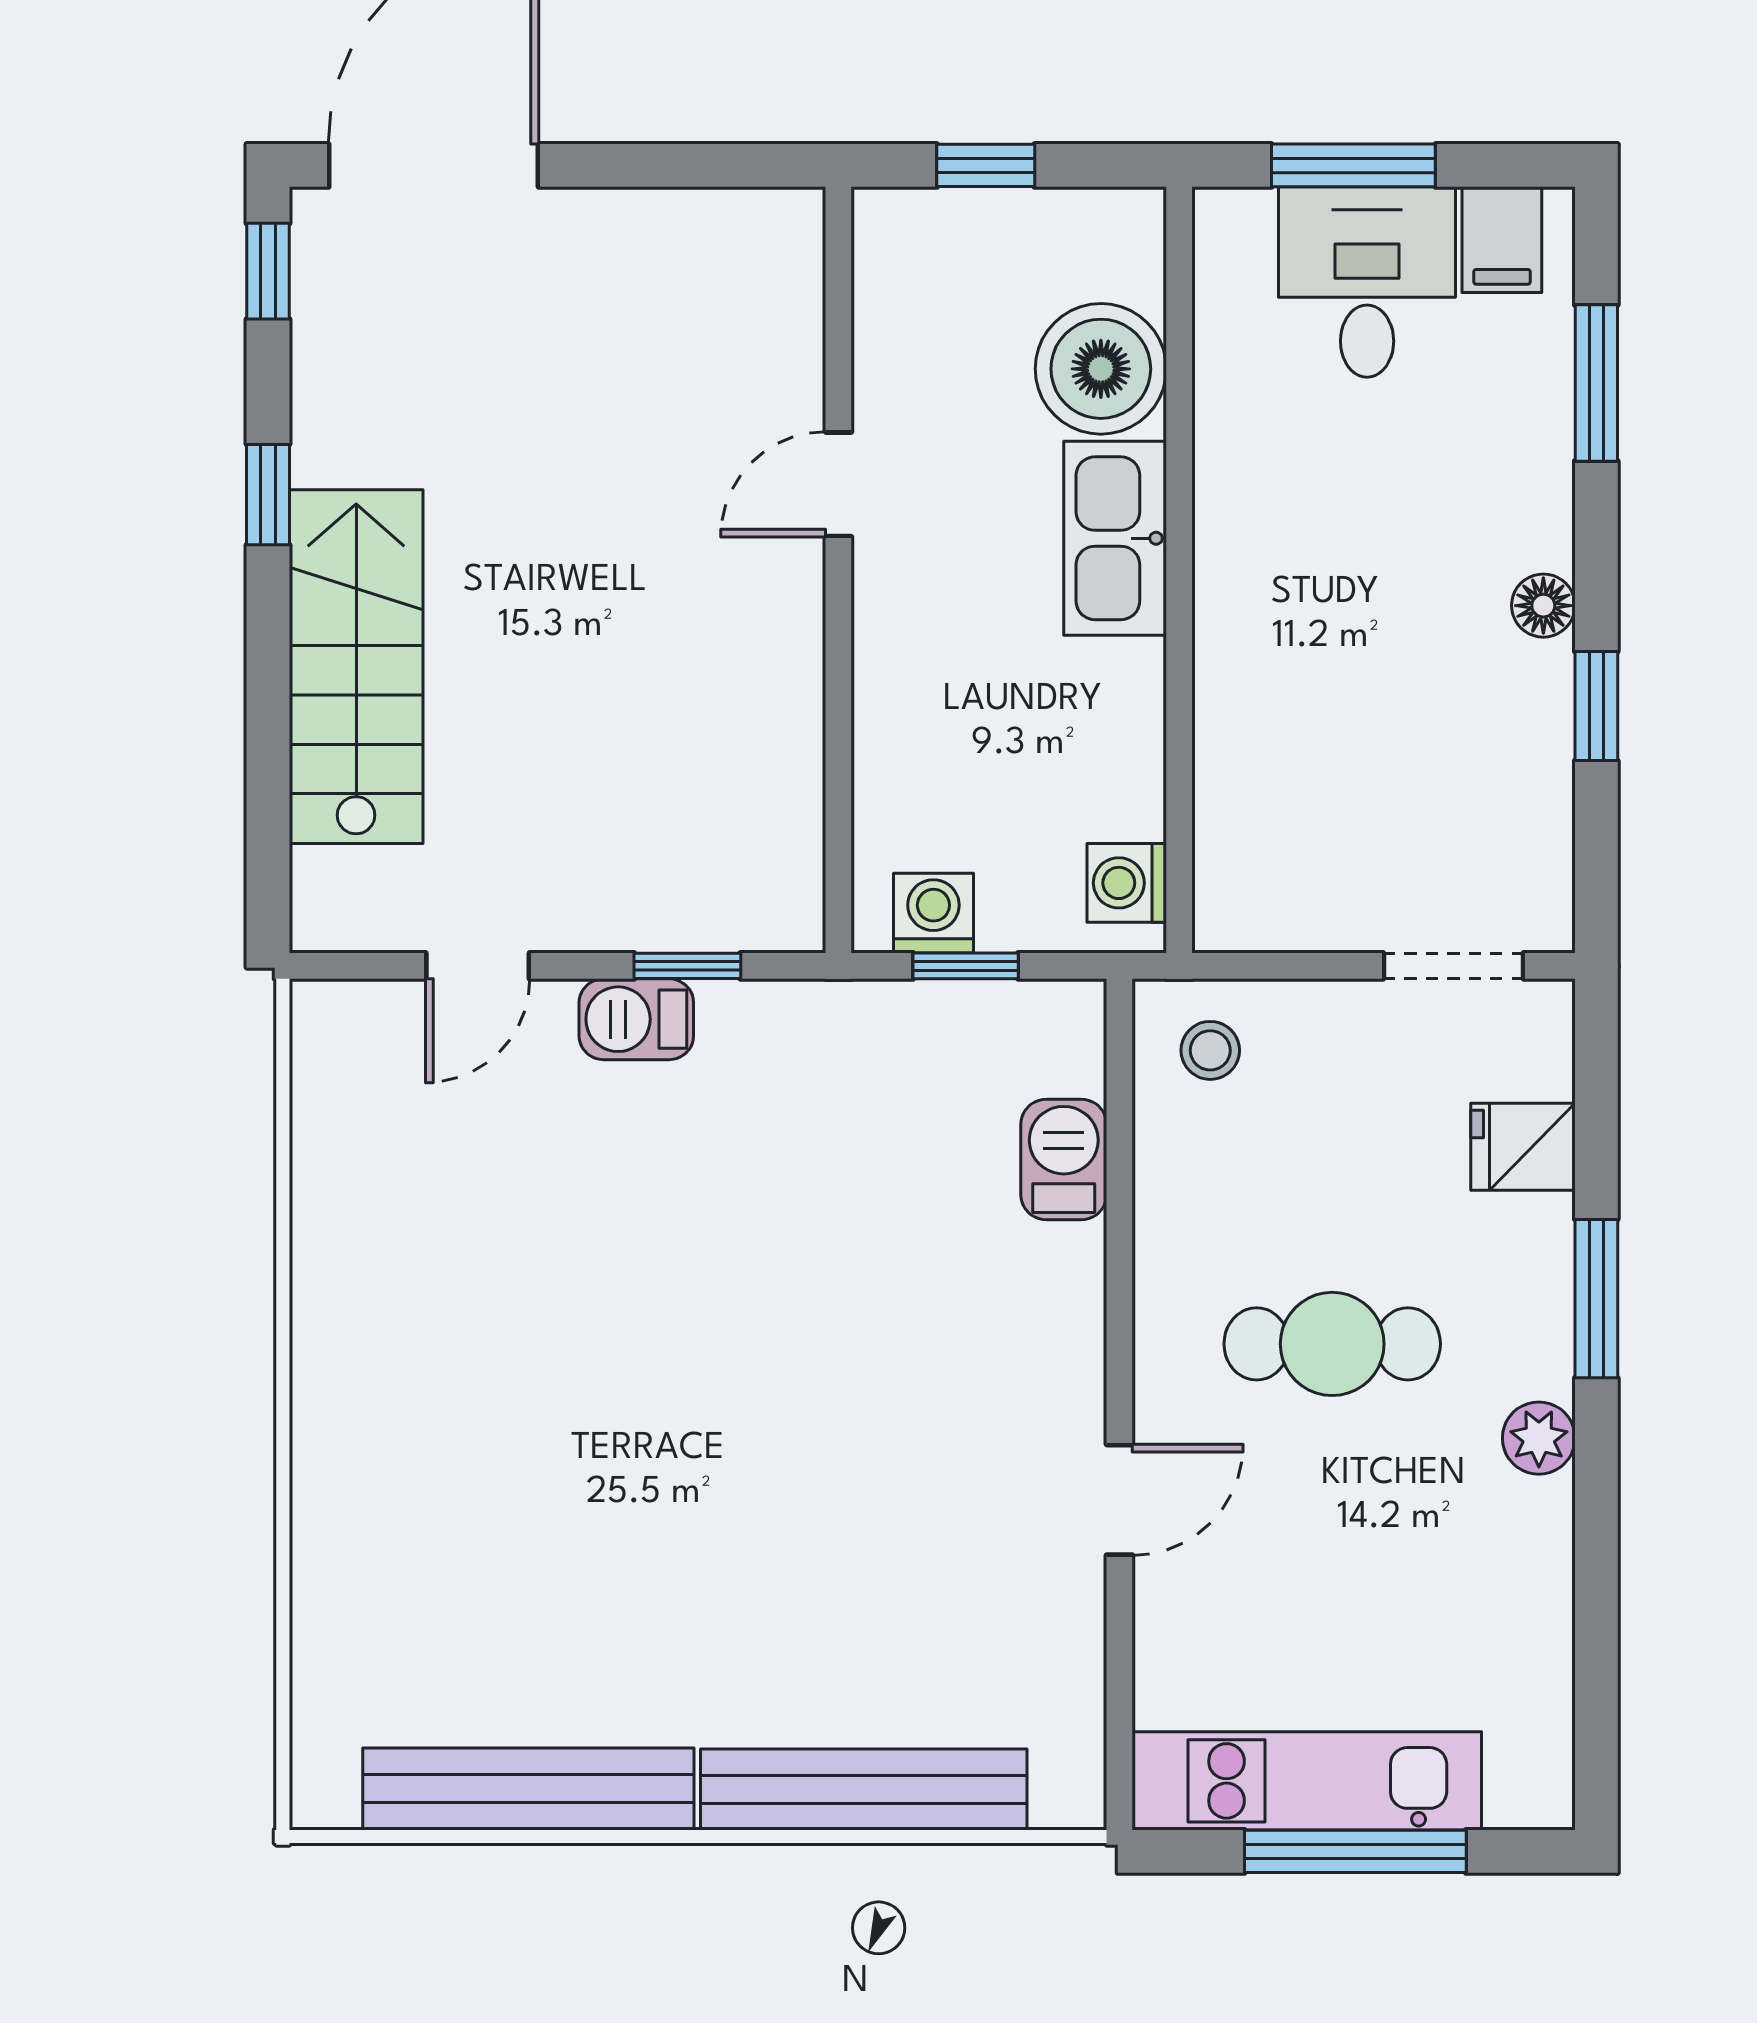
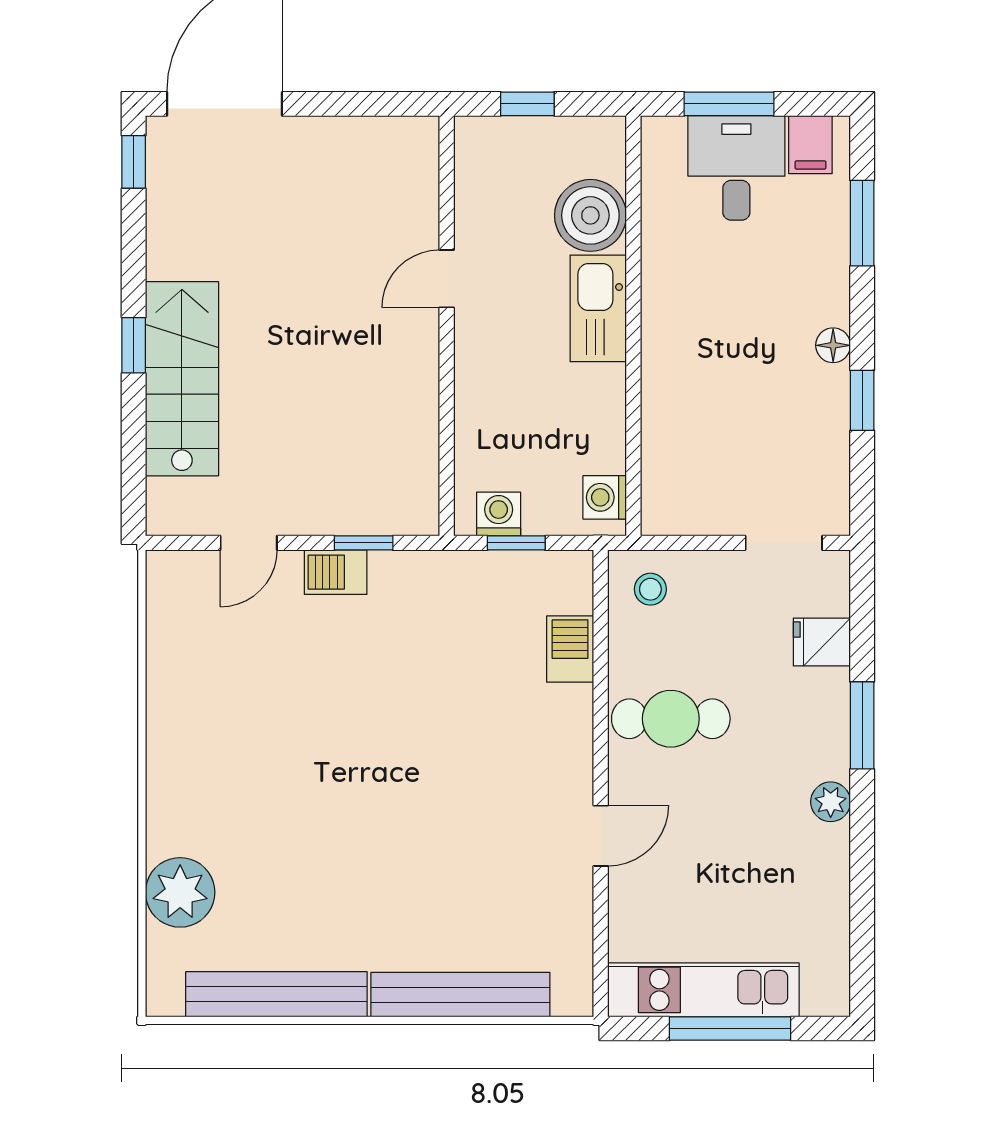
window: (268, 495) -> (134, 345), moved
cafe table: (1332, 1344) -> (671, 719), moved
plant: (353, 1603) -> (180, 892), added

